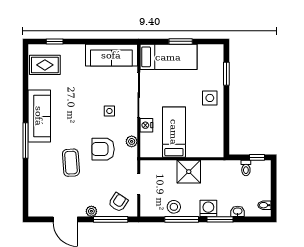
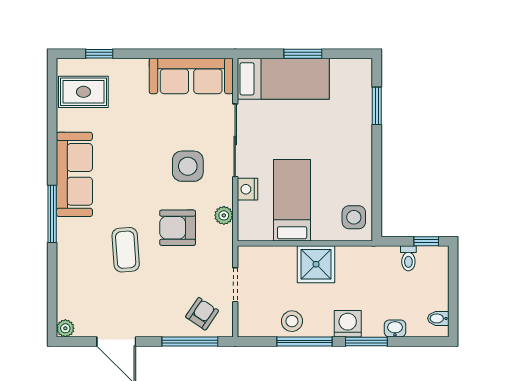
side table: (210, 98) -> (354, 217), moved
side table: (109, 111) -> (188, 166), width x1.87, depth x1.87
plant: (91, 211) -> (65, 328), moved

